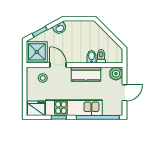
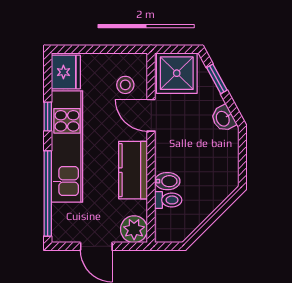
door: (58, 65) -> (151, 115), swing flipped

